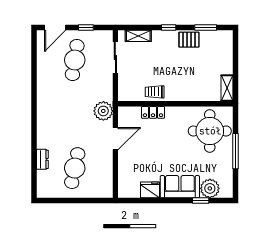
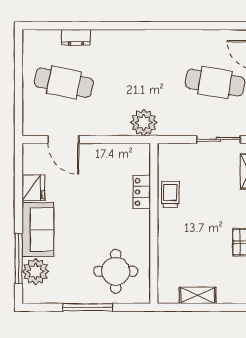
shelving: (227, 88) -> (198, 295), moved
round table: (210, 131) -> (116, 271), width x0.73, depth x0.73
door: (115, 139) -> (63, 139), moved
window: (201, 201) -> (19, 259), width x2.17

